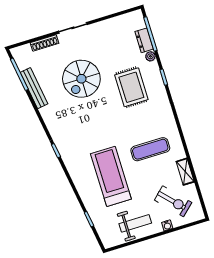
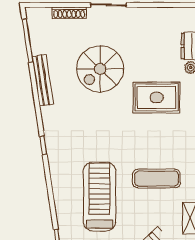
rug: (131, 87) -> (157, 97), turned 90
bench: (34, 88) -> (43, 80), moved

